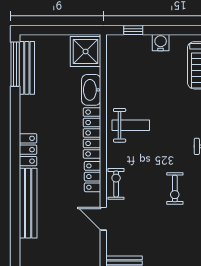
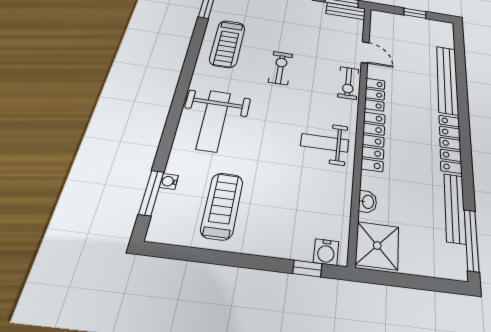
water cooler: (161, 43) -> (326, 252), moved
bench: (27, 68) -> (455, 208), moved
washbasin: (91, 90) -> (368, 202), width x0.52, depth x0.69
locker: (28, 150) -> (450, 144), width x1.53

